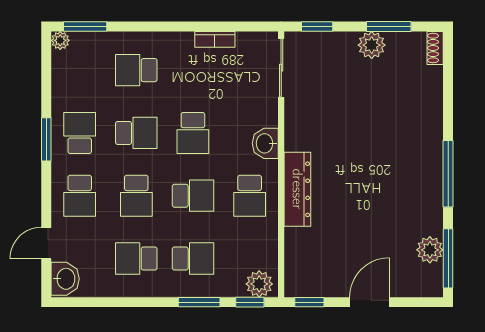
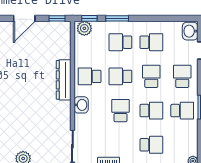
school desk: (80, 133) -> (182, 111), turned -90
school desk: (136, 133) -> (151, 111), turned 180
school desk: (250, 196) -> (90, 76), turned -90

